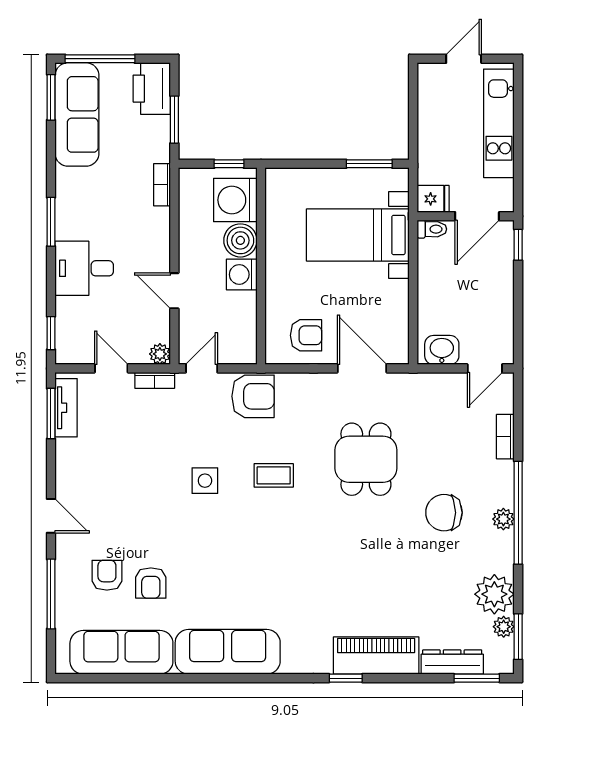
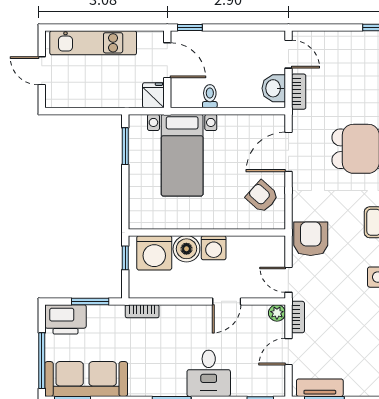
toilet: (432, 229) -> (210, 96), moved
armchair: (306, 335) -> (262, 196), turned -48
bookcase: (505, 437) -> (299, 92), moved, turned -90

